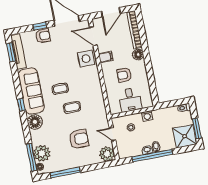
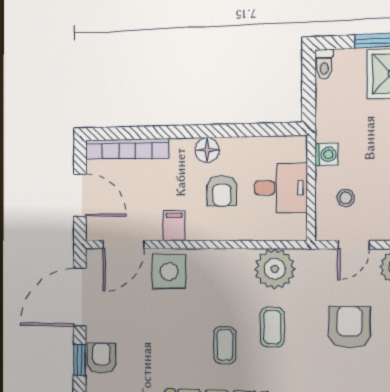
floor lamp: (138, 55) -> (207, 150), moved
plant: (96, 104) -> (275, 269), added

